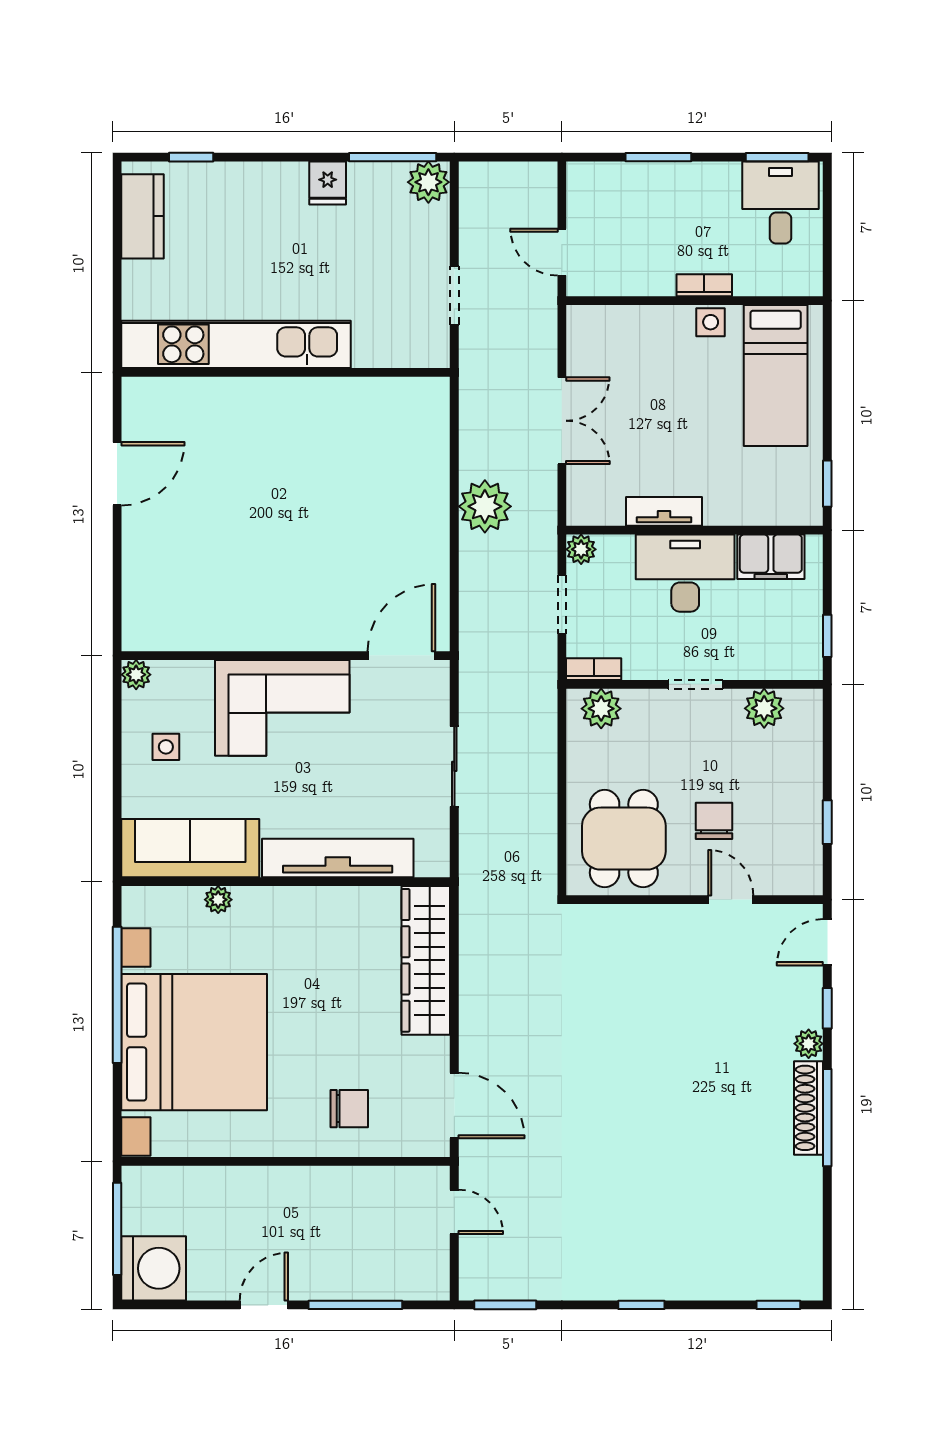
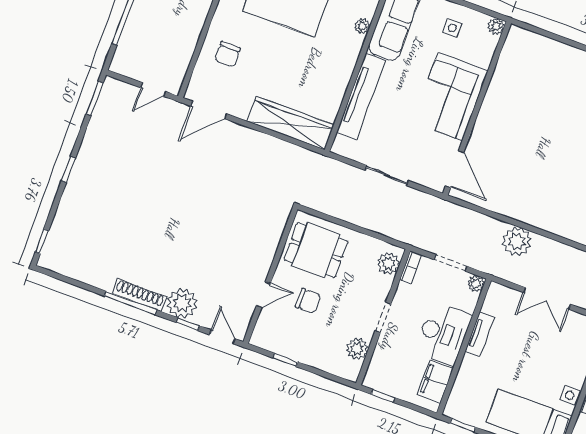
plant: (809, 1044) -> (182, 303), width x1.88, depth x1.88

